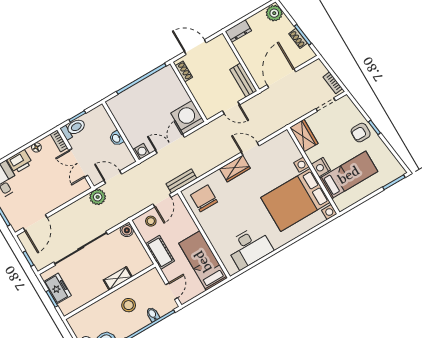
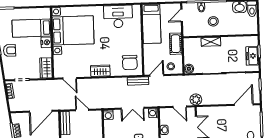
washing machine: (188, 117) -> (108, 115), width x0.53, depth x0.53
door: (250, 149) -> (70, 78), moved

